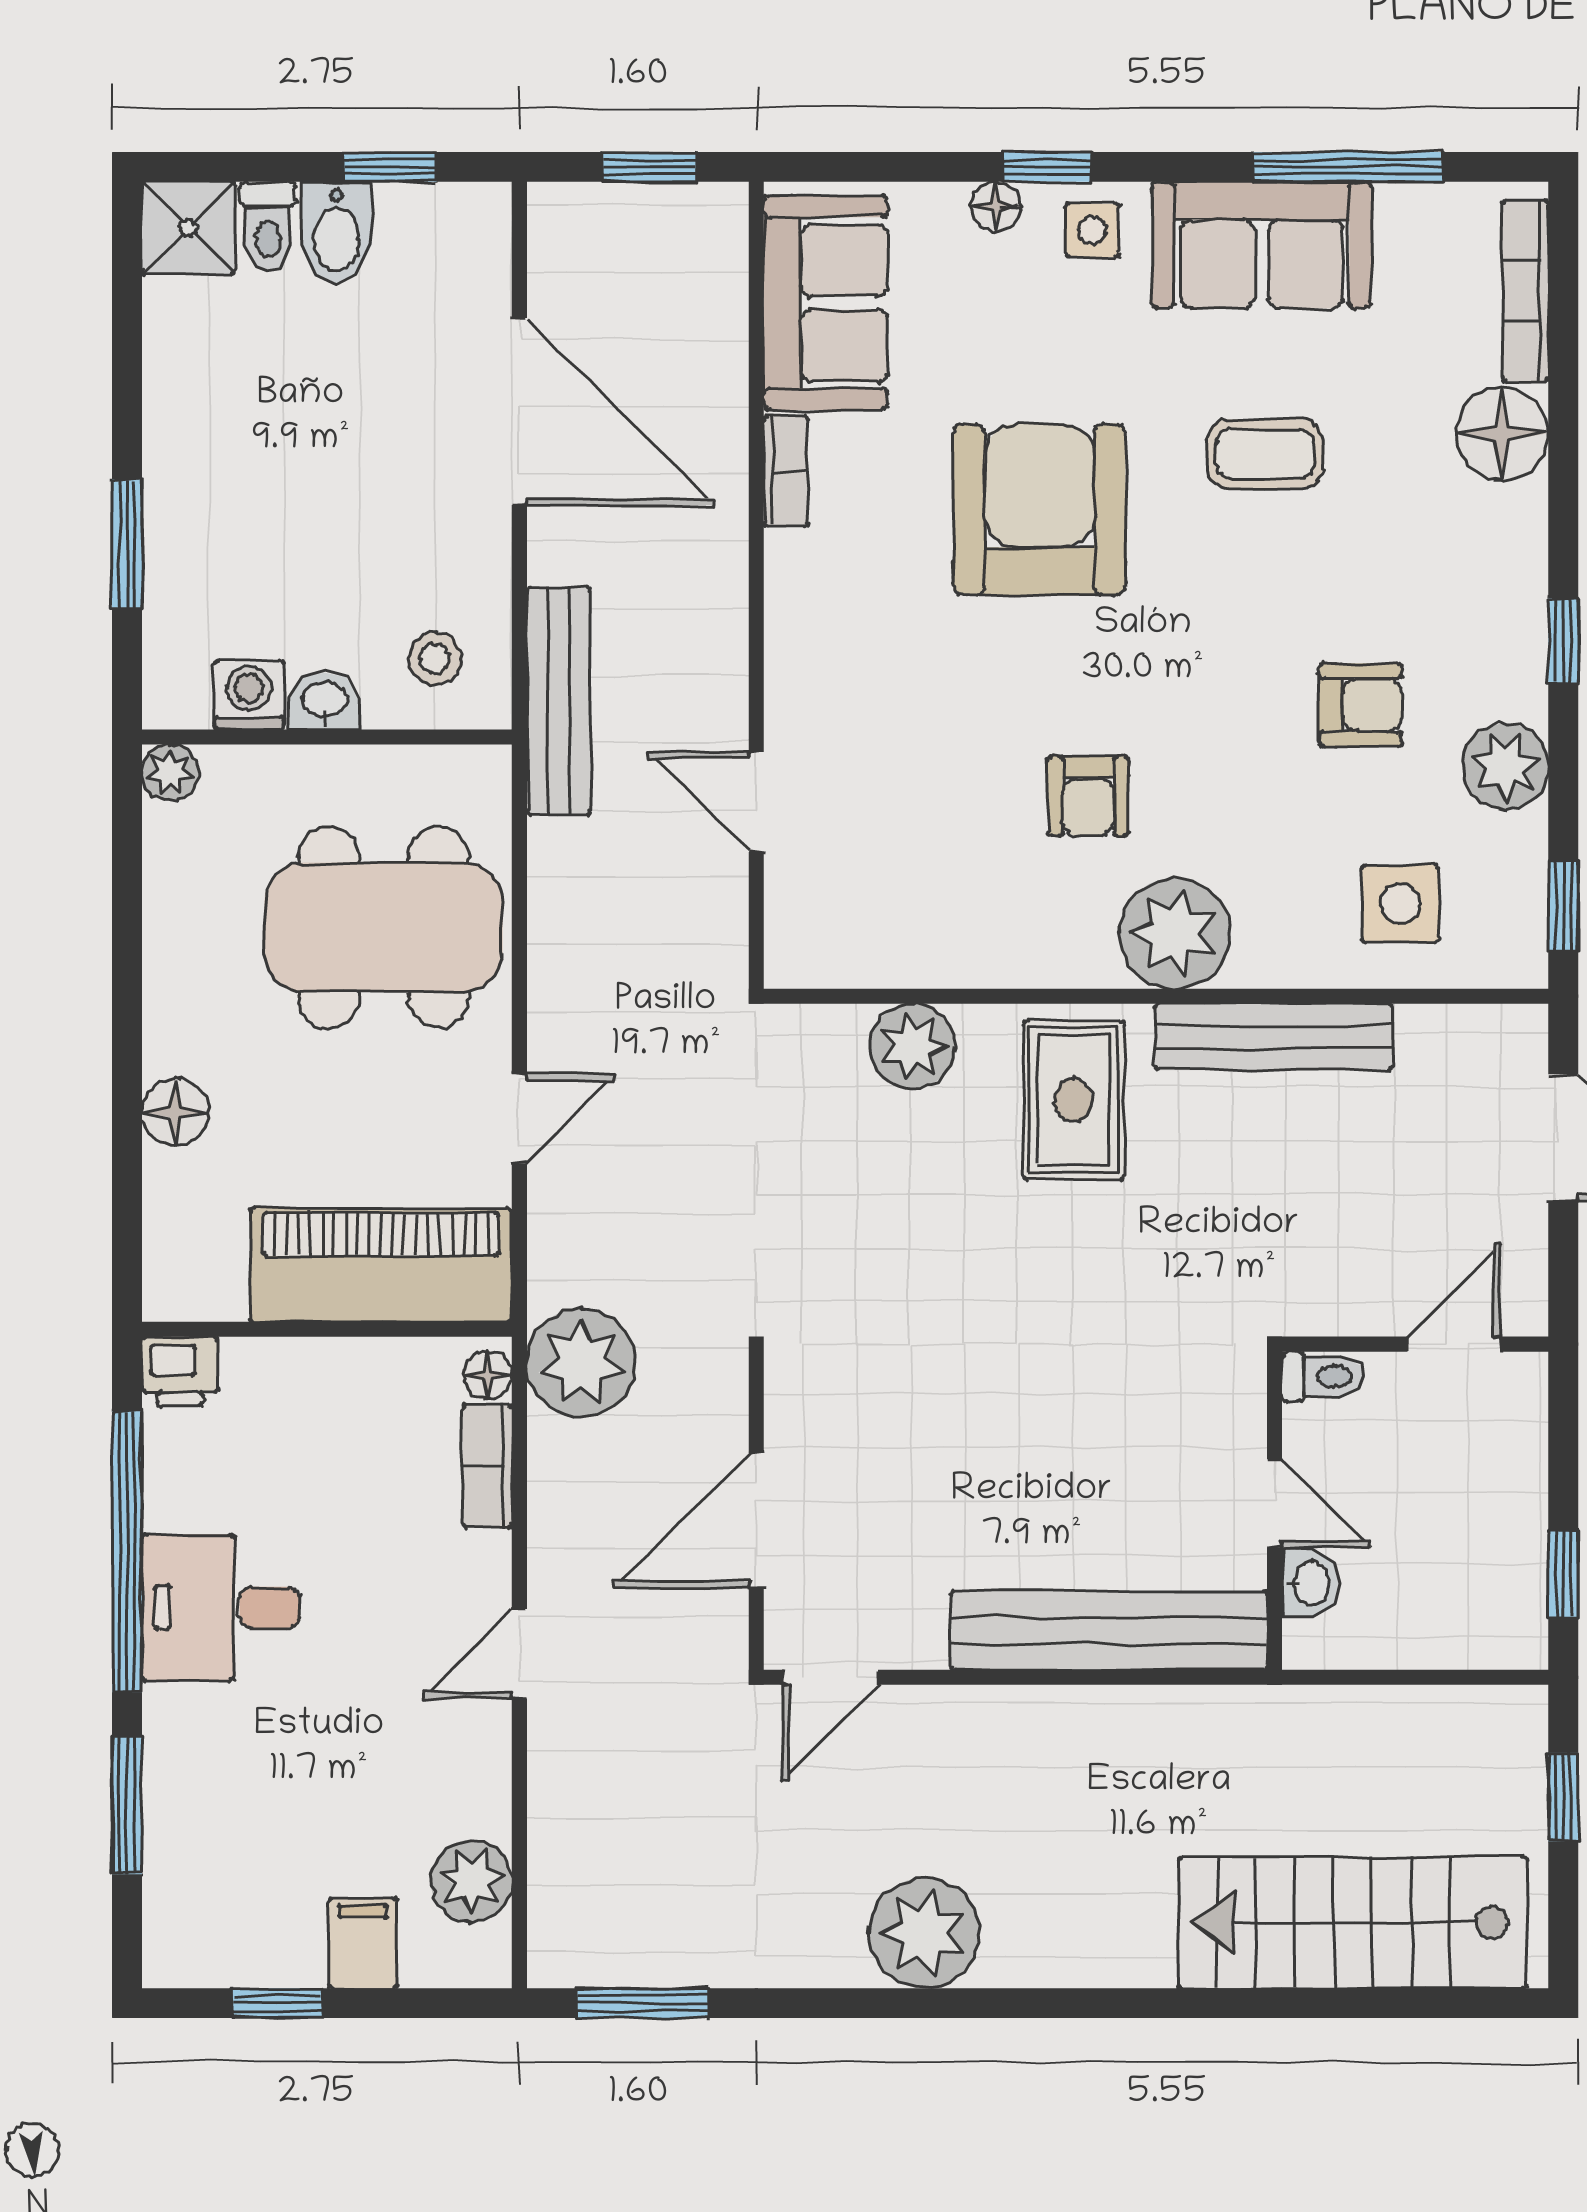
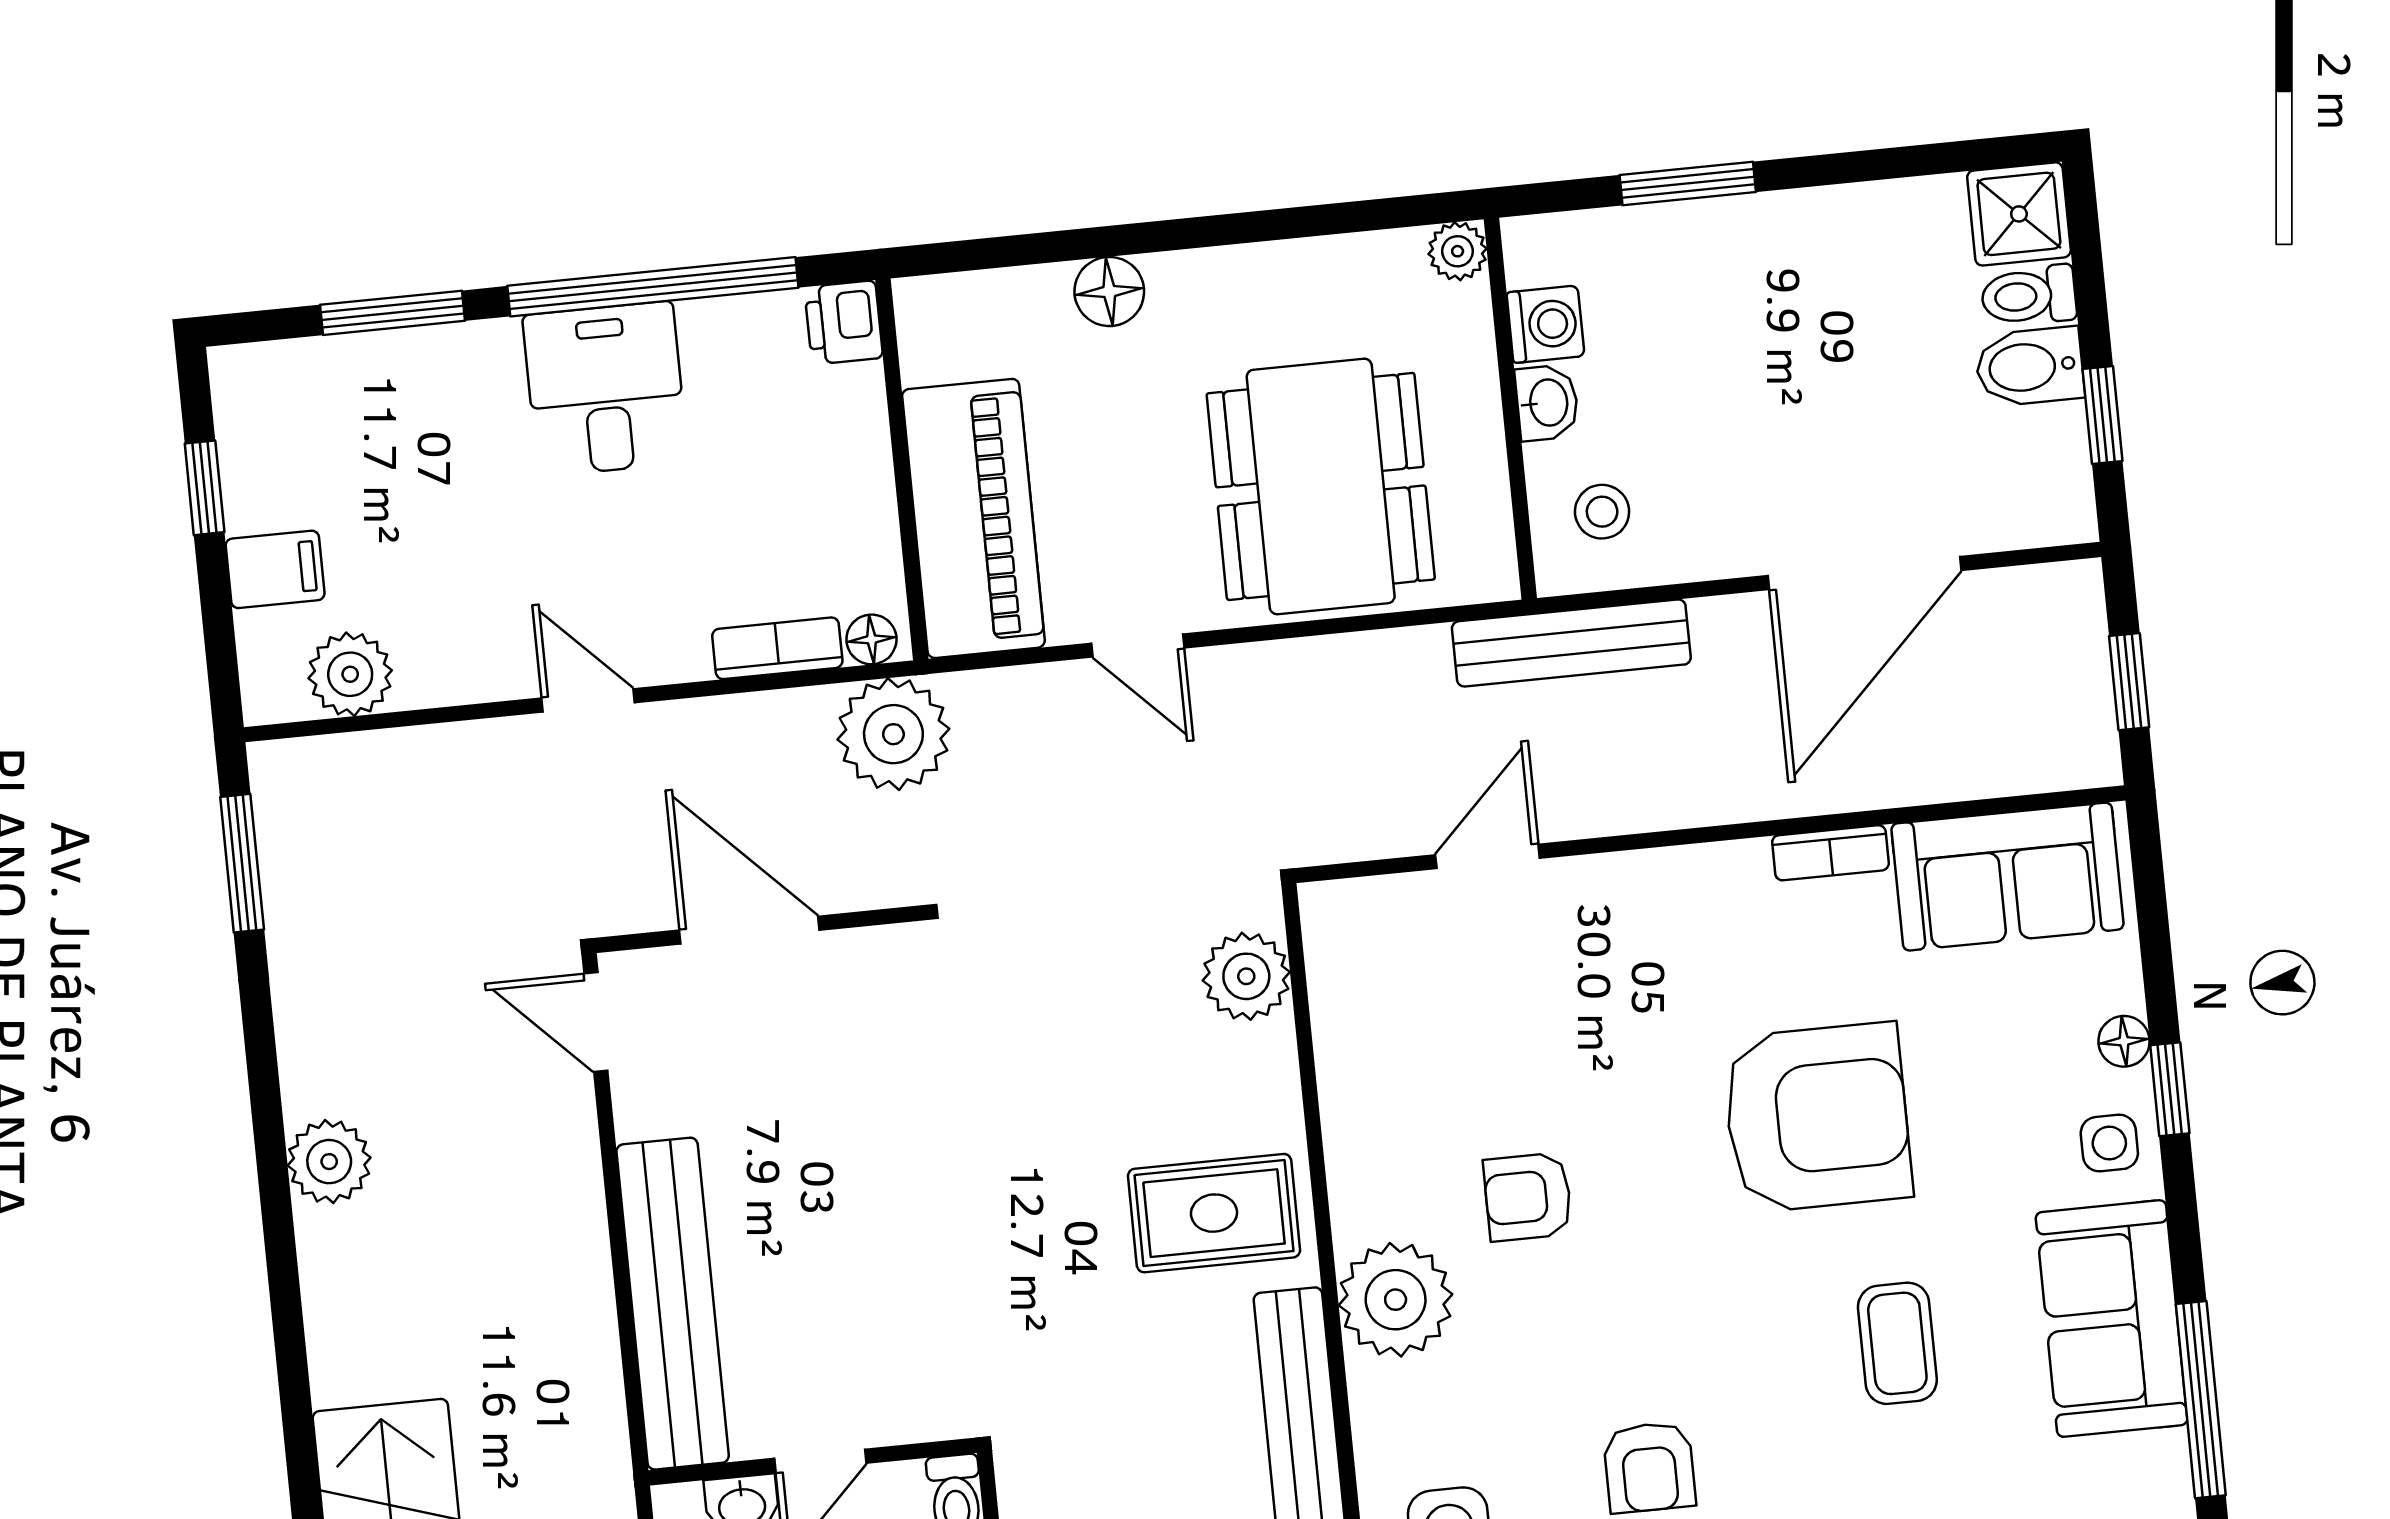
plant: (913, 1046) -> (1246, 976), moved
plant: (924, 1933) -> (329, 1162), width x0.73, depth x0.73

